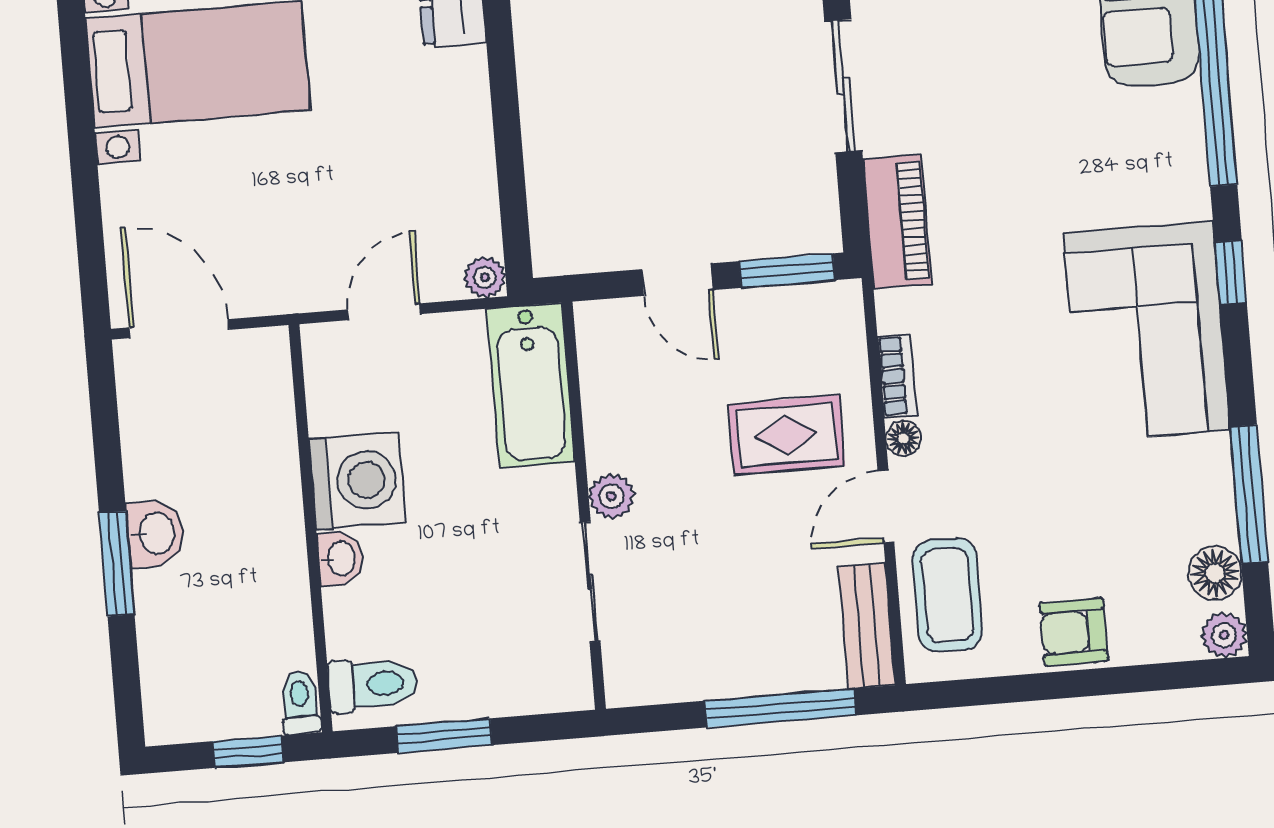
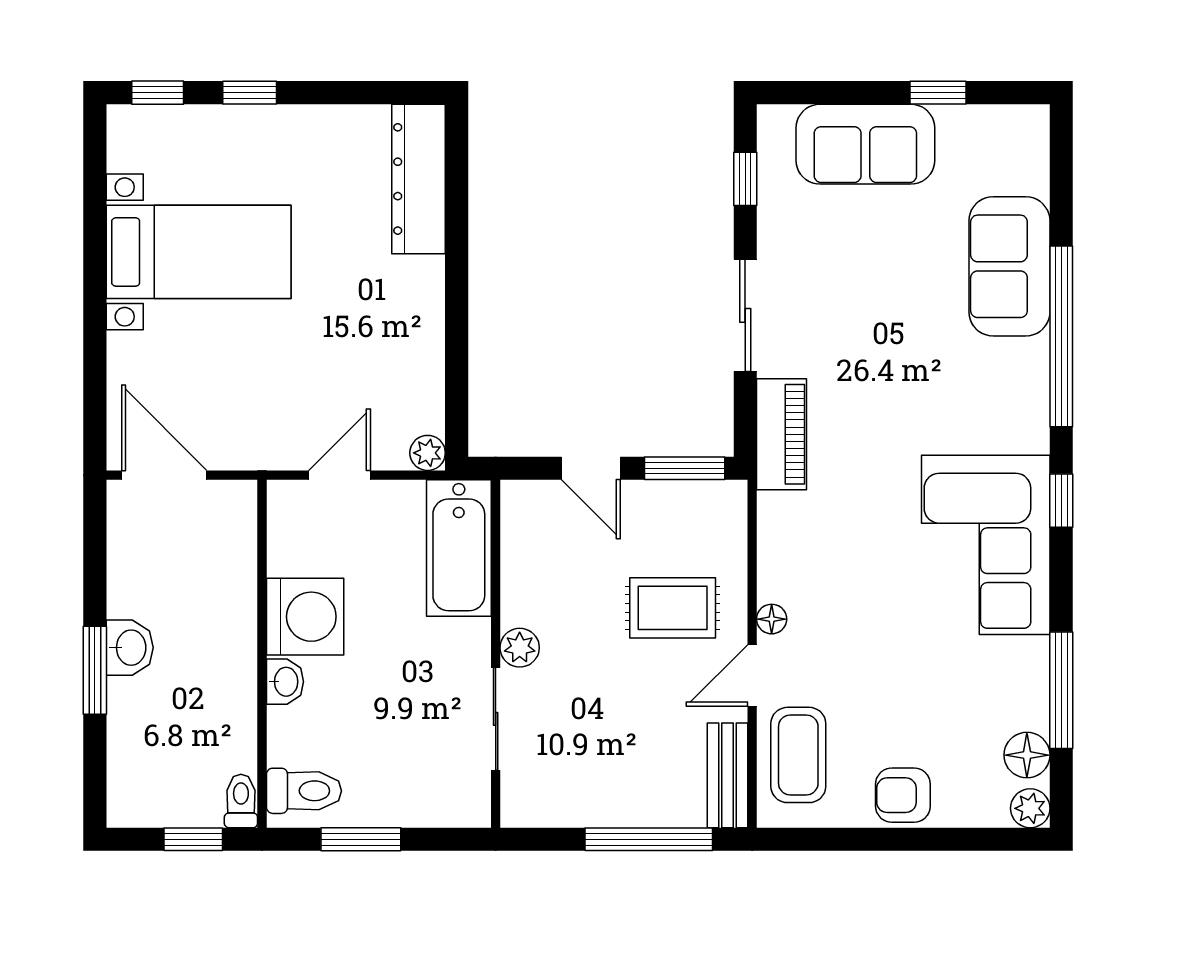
bookcase: (897, 376) -> (771, 565), removed

